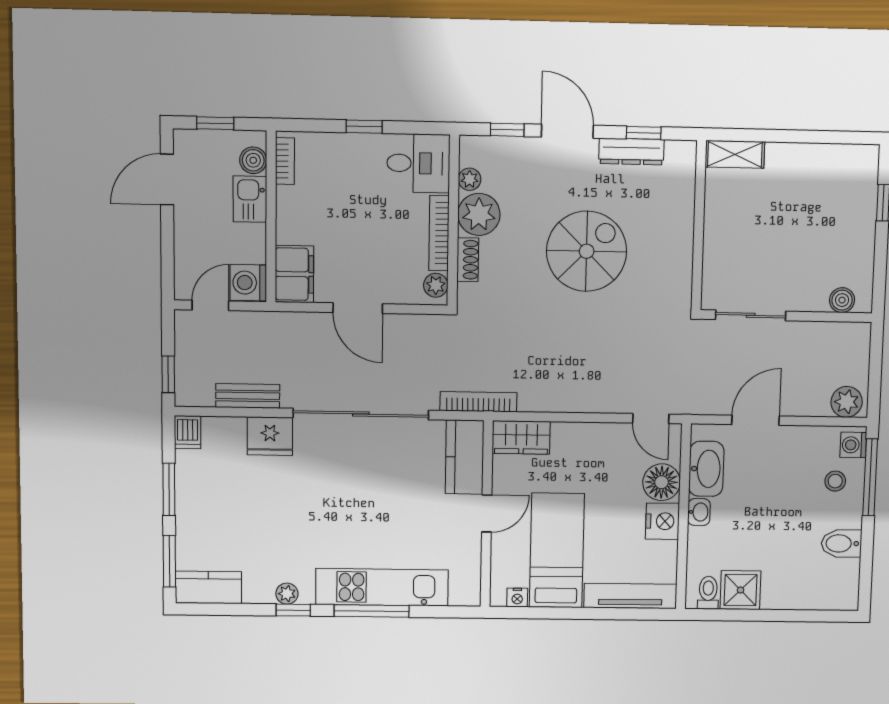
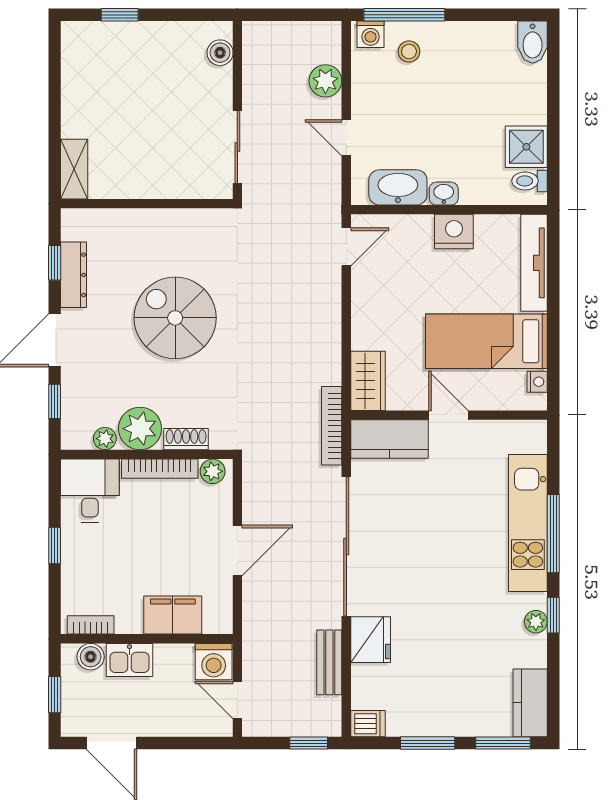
filing cabinet: (294, 274) -> (173, 615), moved
plant: (847, 402) -> (325, 81), moved
door: (756, 420) -> (346, 138), width x0.73
floor lamp: (662, 482) -> (413, 234), removed
bidet: (841, 543) -> (533, 42), moved

